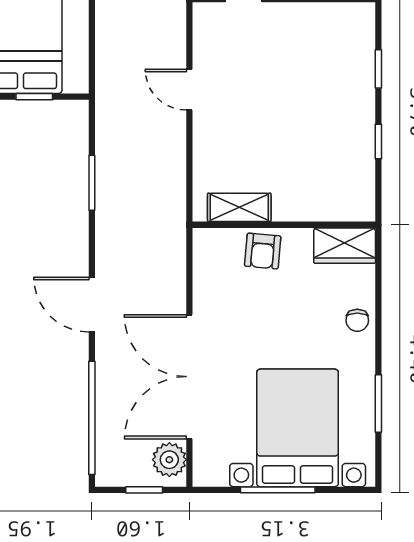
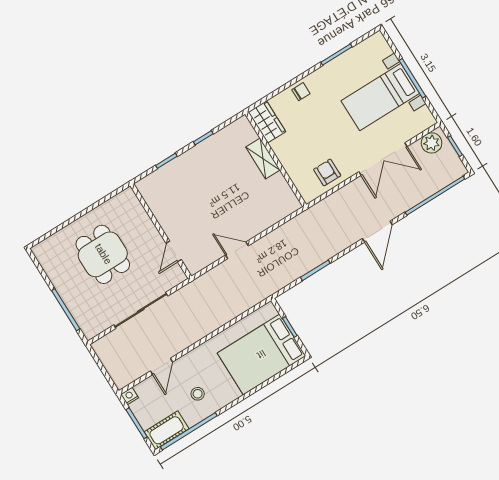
door: (189, 90) -> (237, 250), swing flipped
shelving: (239, 207) -> (263, 159), moved
armchair: (263, 251) -> (327, 172), moved, turned -95
double door: (189, 377) -> (383, 159), width x0.73
bed with nightstands: (298, 428) -> (380, 97), width x0.73

